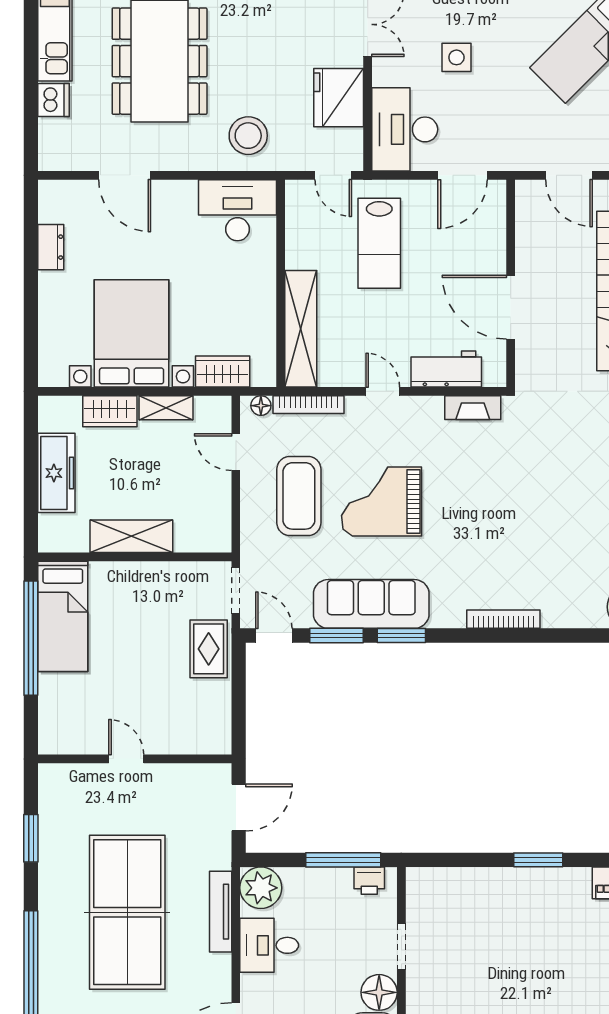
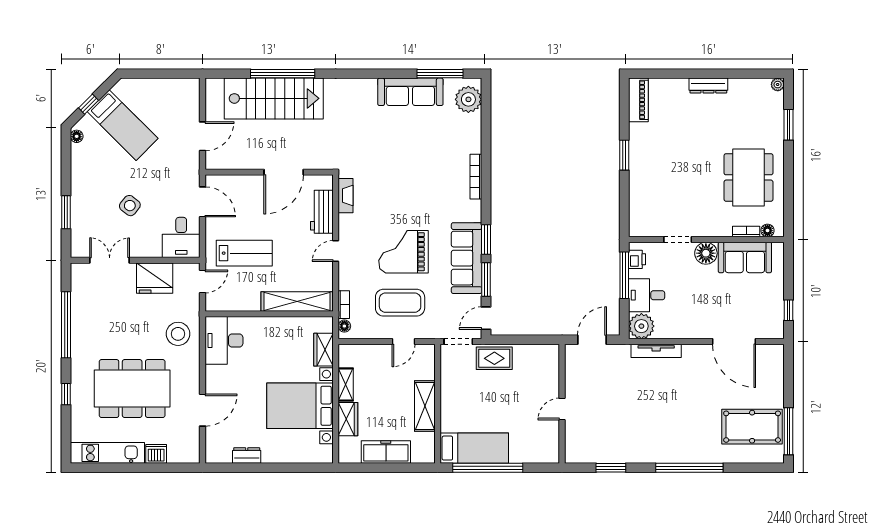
side table: (456, 57) -> (130, 206), turned 38
desk: (405, 129) -> (181, 237), width x0.73
bookcase: (308, 405) -> (344, 305), width x0.64
door: (236, 452) -> (404, 342), moved
grand piano: (381, 501) -> (403, 252), turned 90
door: (239, 808) -> (592, 340), hinge flipped
table tennis table: (127, 912) -> (656, 408), removed
desk: (269, 945) -> (647, 295), moved, turned 90

